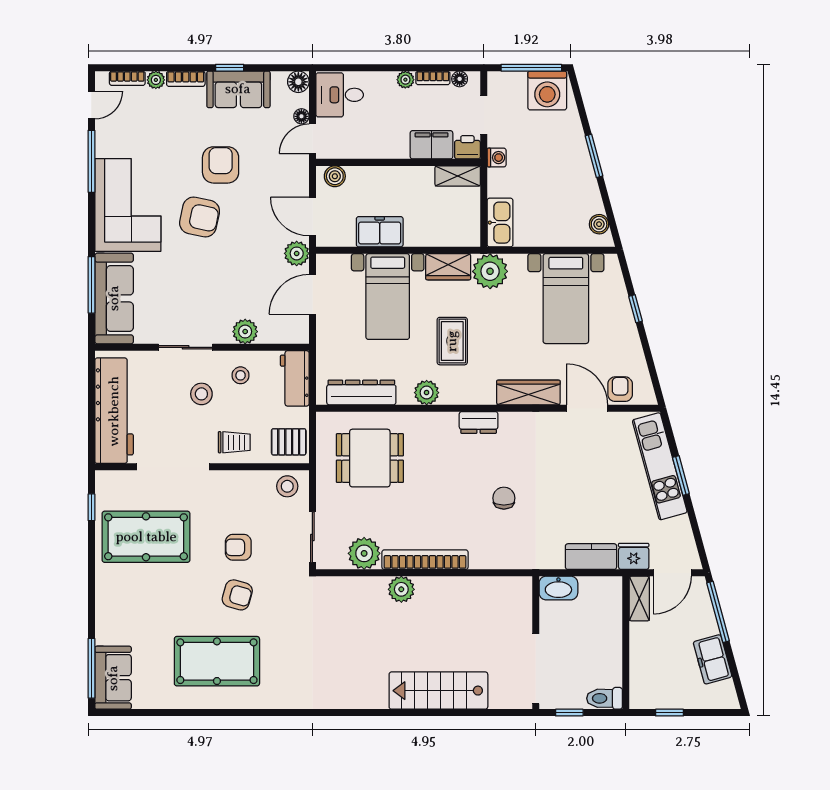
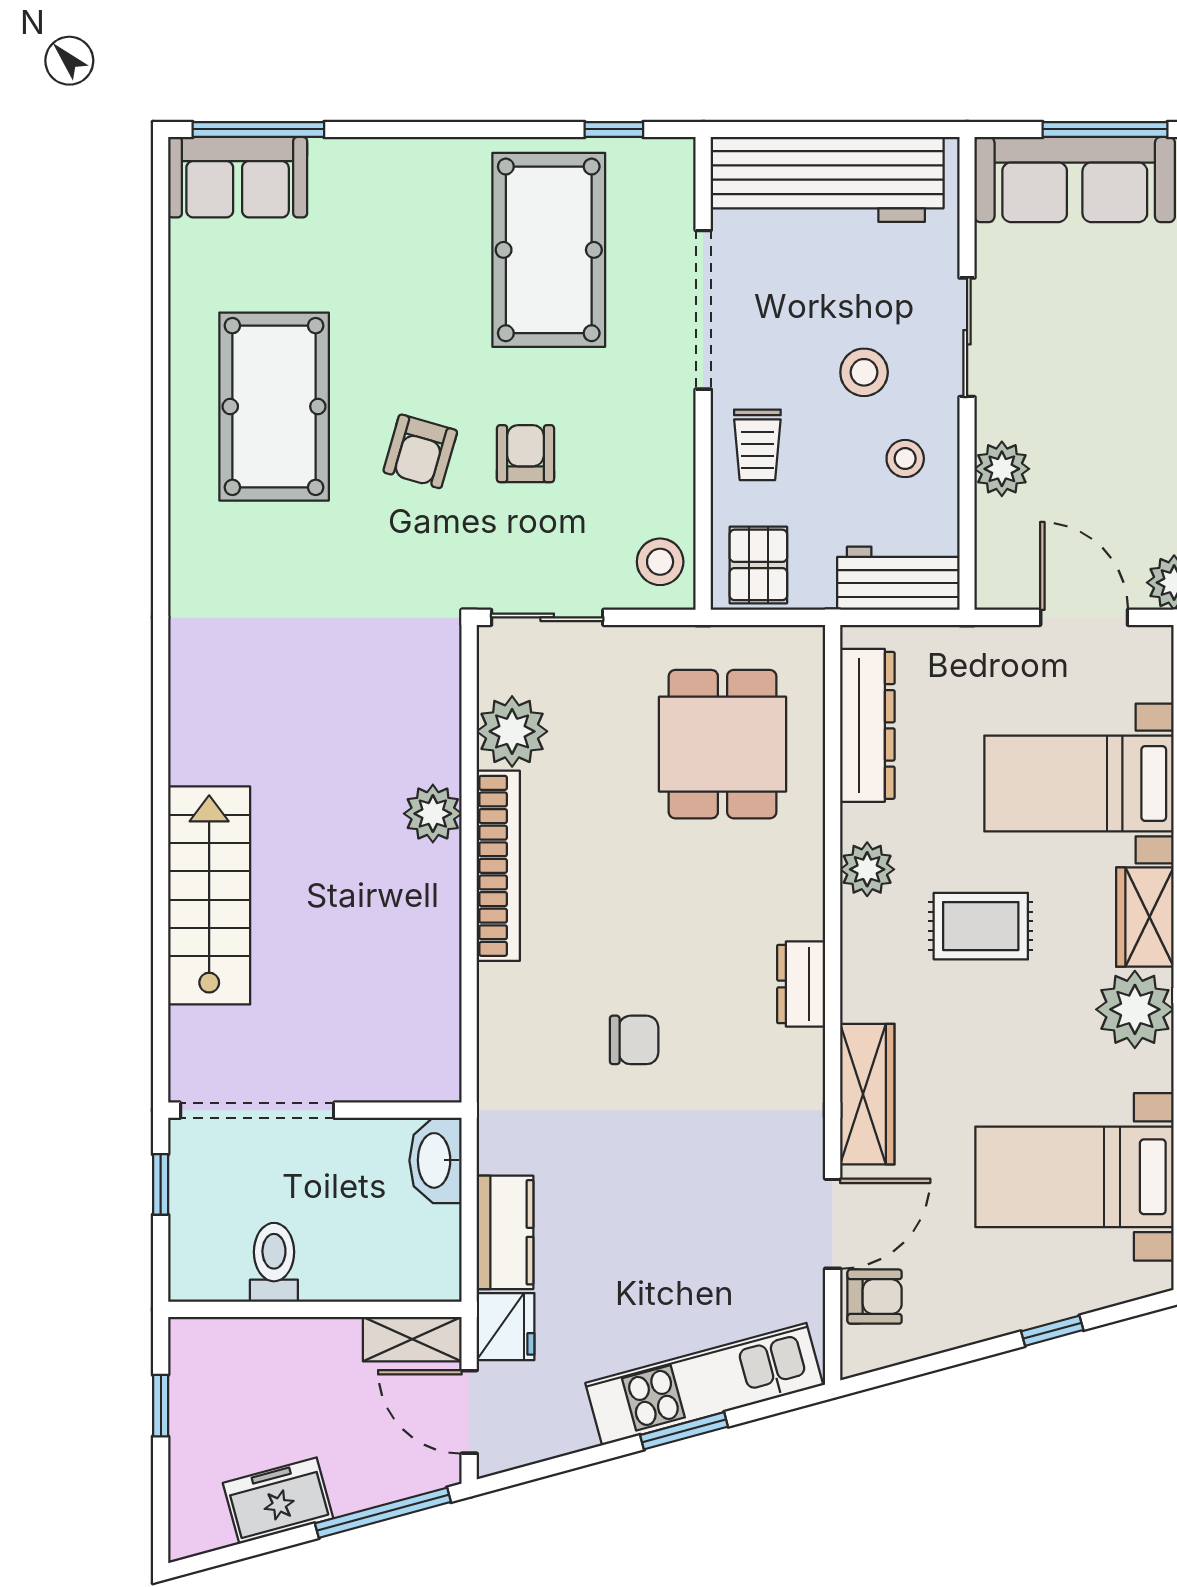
toilet: (605, 698) -> (274, 1262), moved

